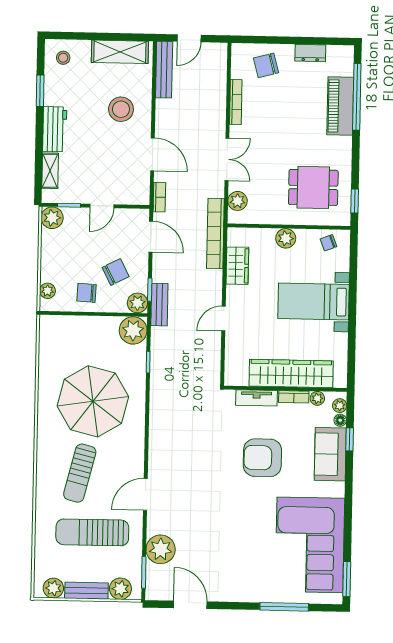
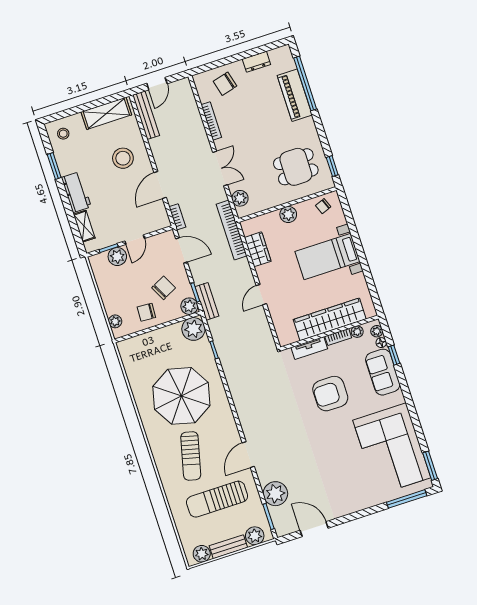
door: (152, 154) -> (160, 185), swing flipped
plant: (52, 218) -> (117, 257), moved
window: (284, 607) -> (407, 499), moved

